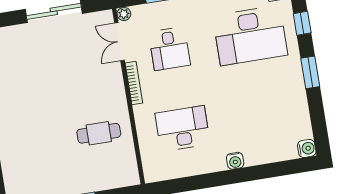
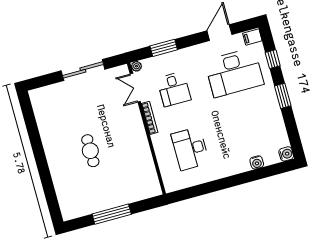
desk: (183, 129) -> (190, 149), turned -90
cafe table: (99, 133) -> (90, 151), moved, turned 90
water cooler: (235, 161) -> (257, 162), moved

